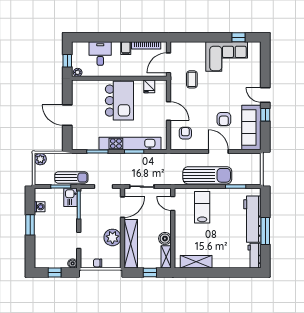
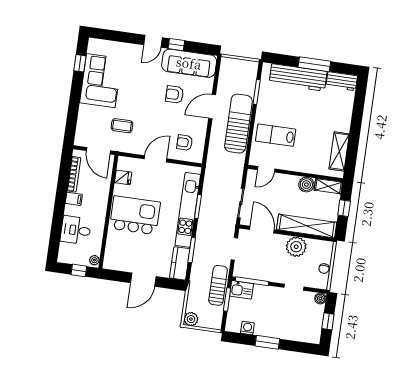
armchair: (224, 119) -> (175, 95), turned 180
kitchen counter: (85, 143) -> (180, 263), added

